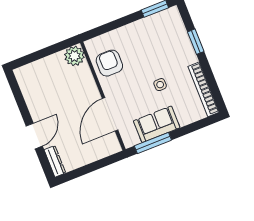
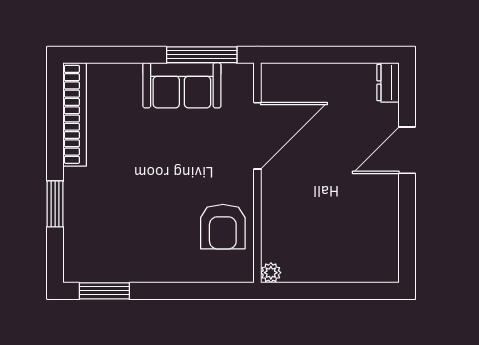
plant: (74, 56) -> (271, 273), width x0.53, depth x0.53
side table: (160, 85) -> (148, 153), removed
dresser: (55, 161) -> (388, 82), width x0.70

